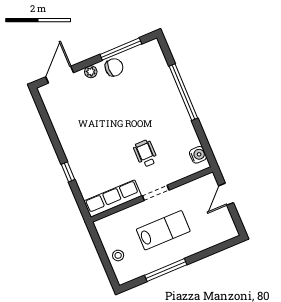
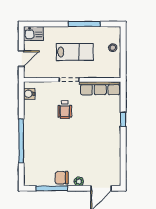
lab bench: (163, 230) -> (75, 52), turned 180
kitchen sink: (224, 232) -> (33, 34), added

